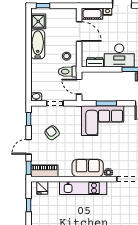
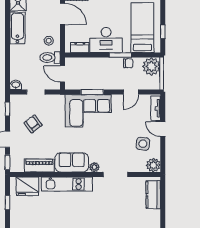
piano: (44, 171) -> (39, 166), moved
fridge: (42, 188) -> (28, 186), width x1.88, depth x1.34

